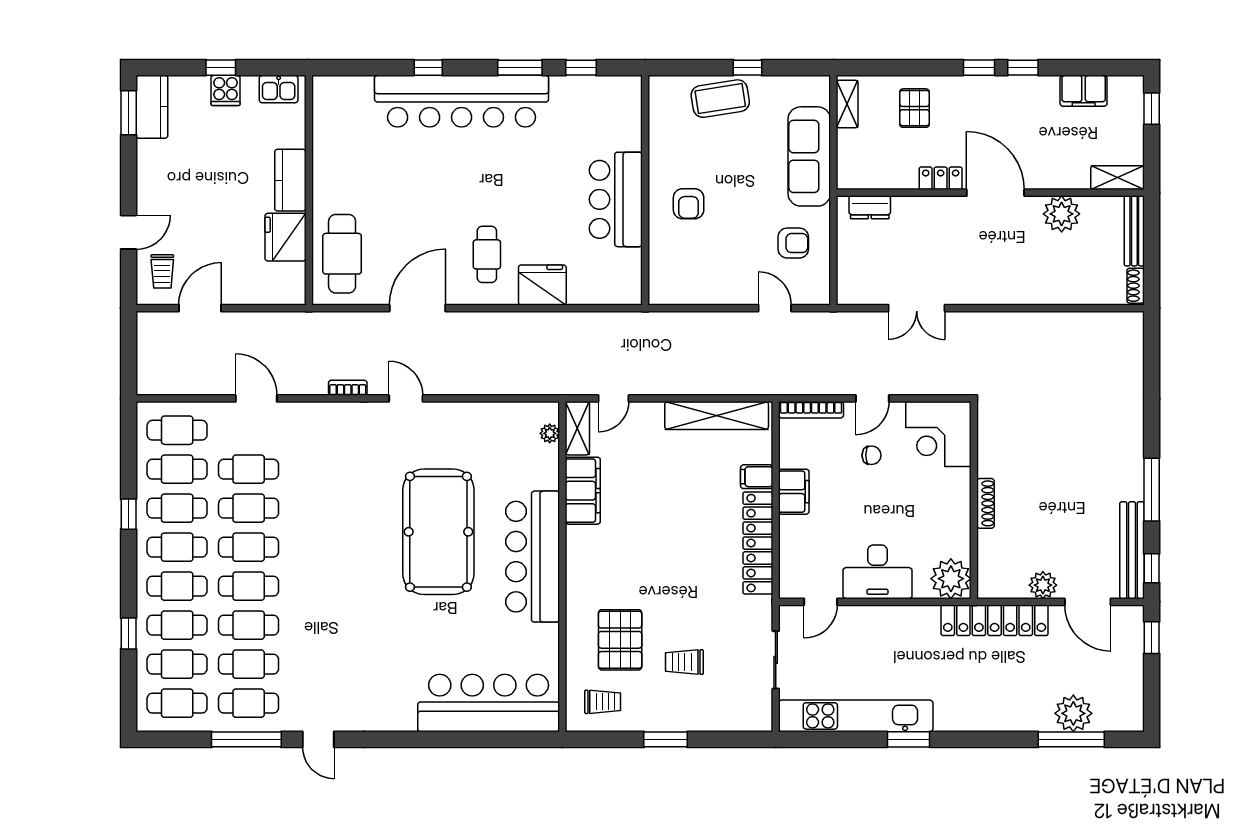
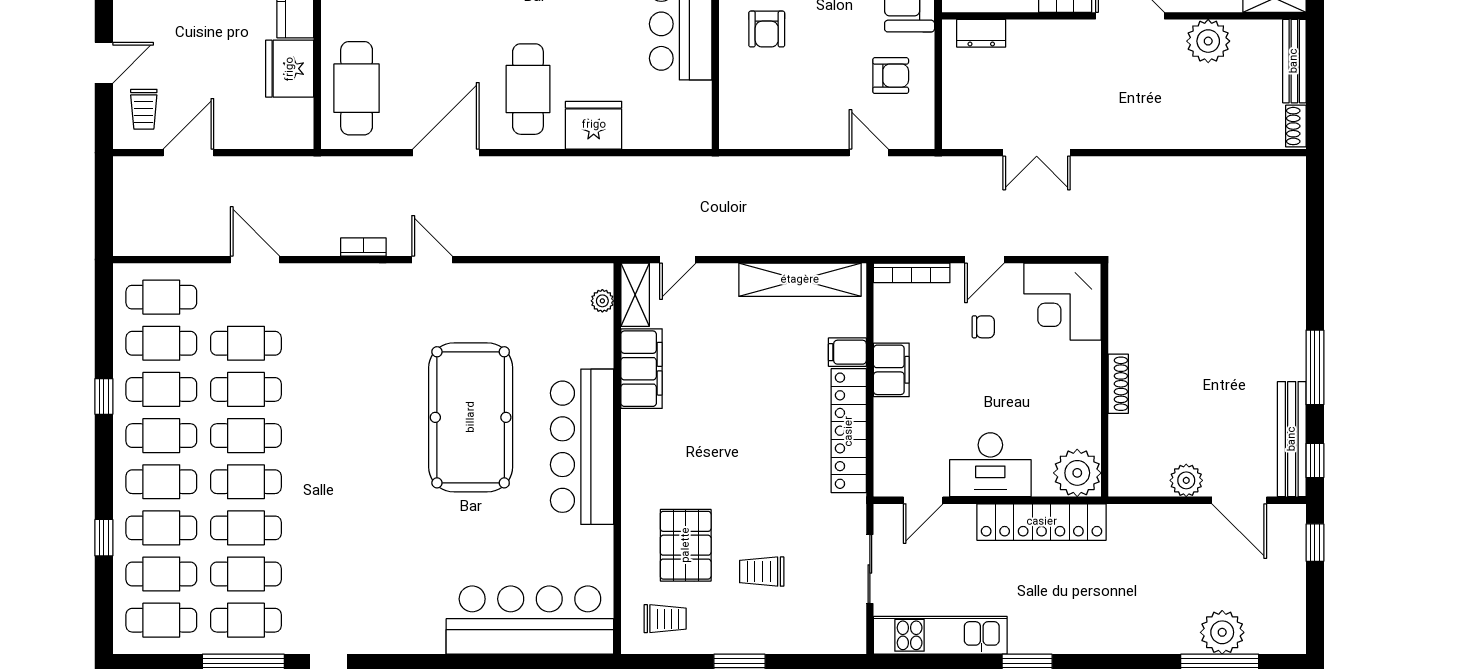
cafe table: (487, 254) -> (528, 89), width x1.37, depth x1.35
locker: (995, 620) -> (1042, 522), moved
kitchen unit: (856, 716) -> (940, 635), width x0.73

